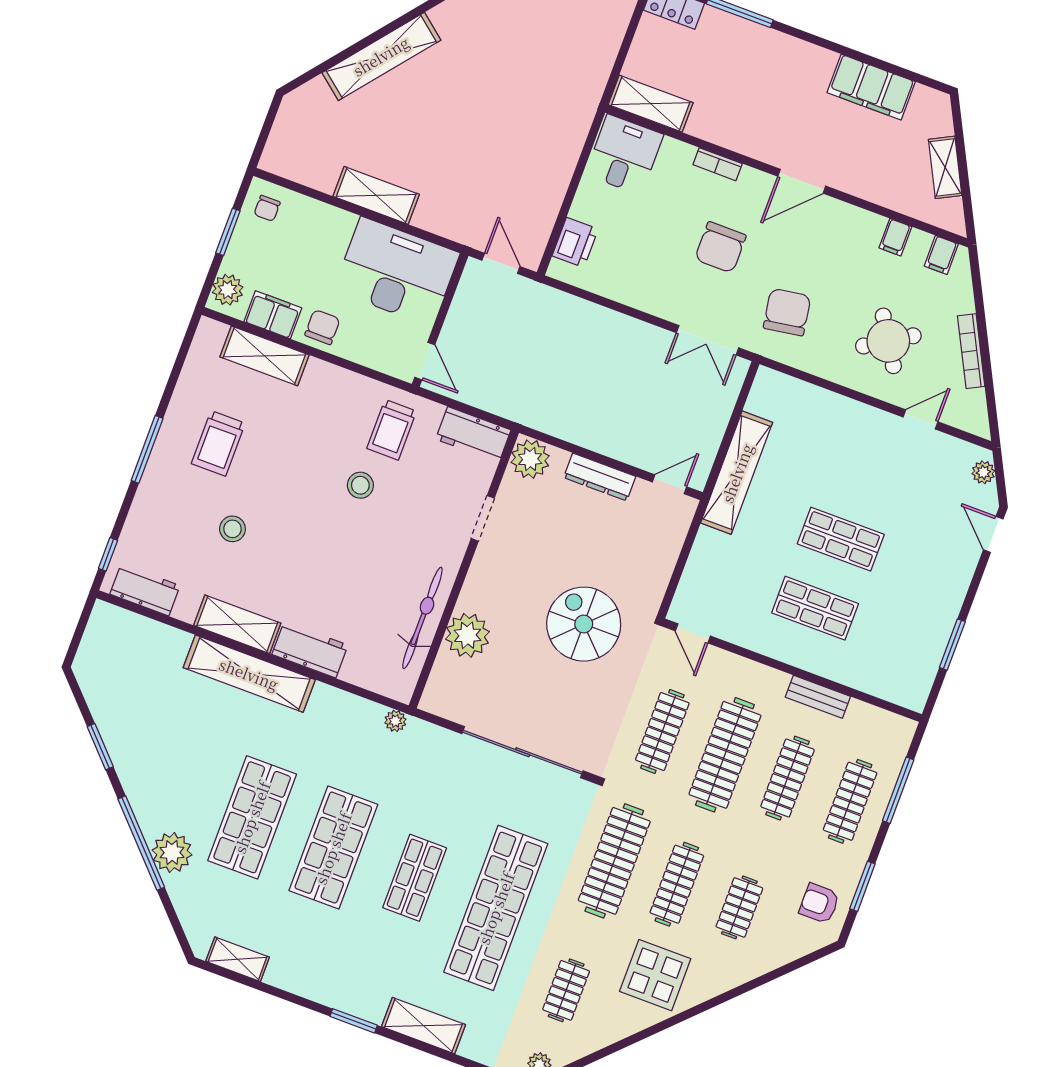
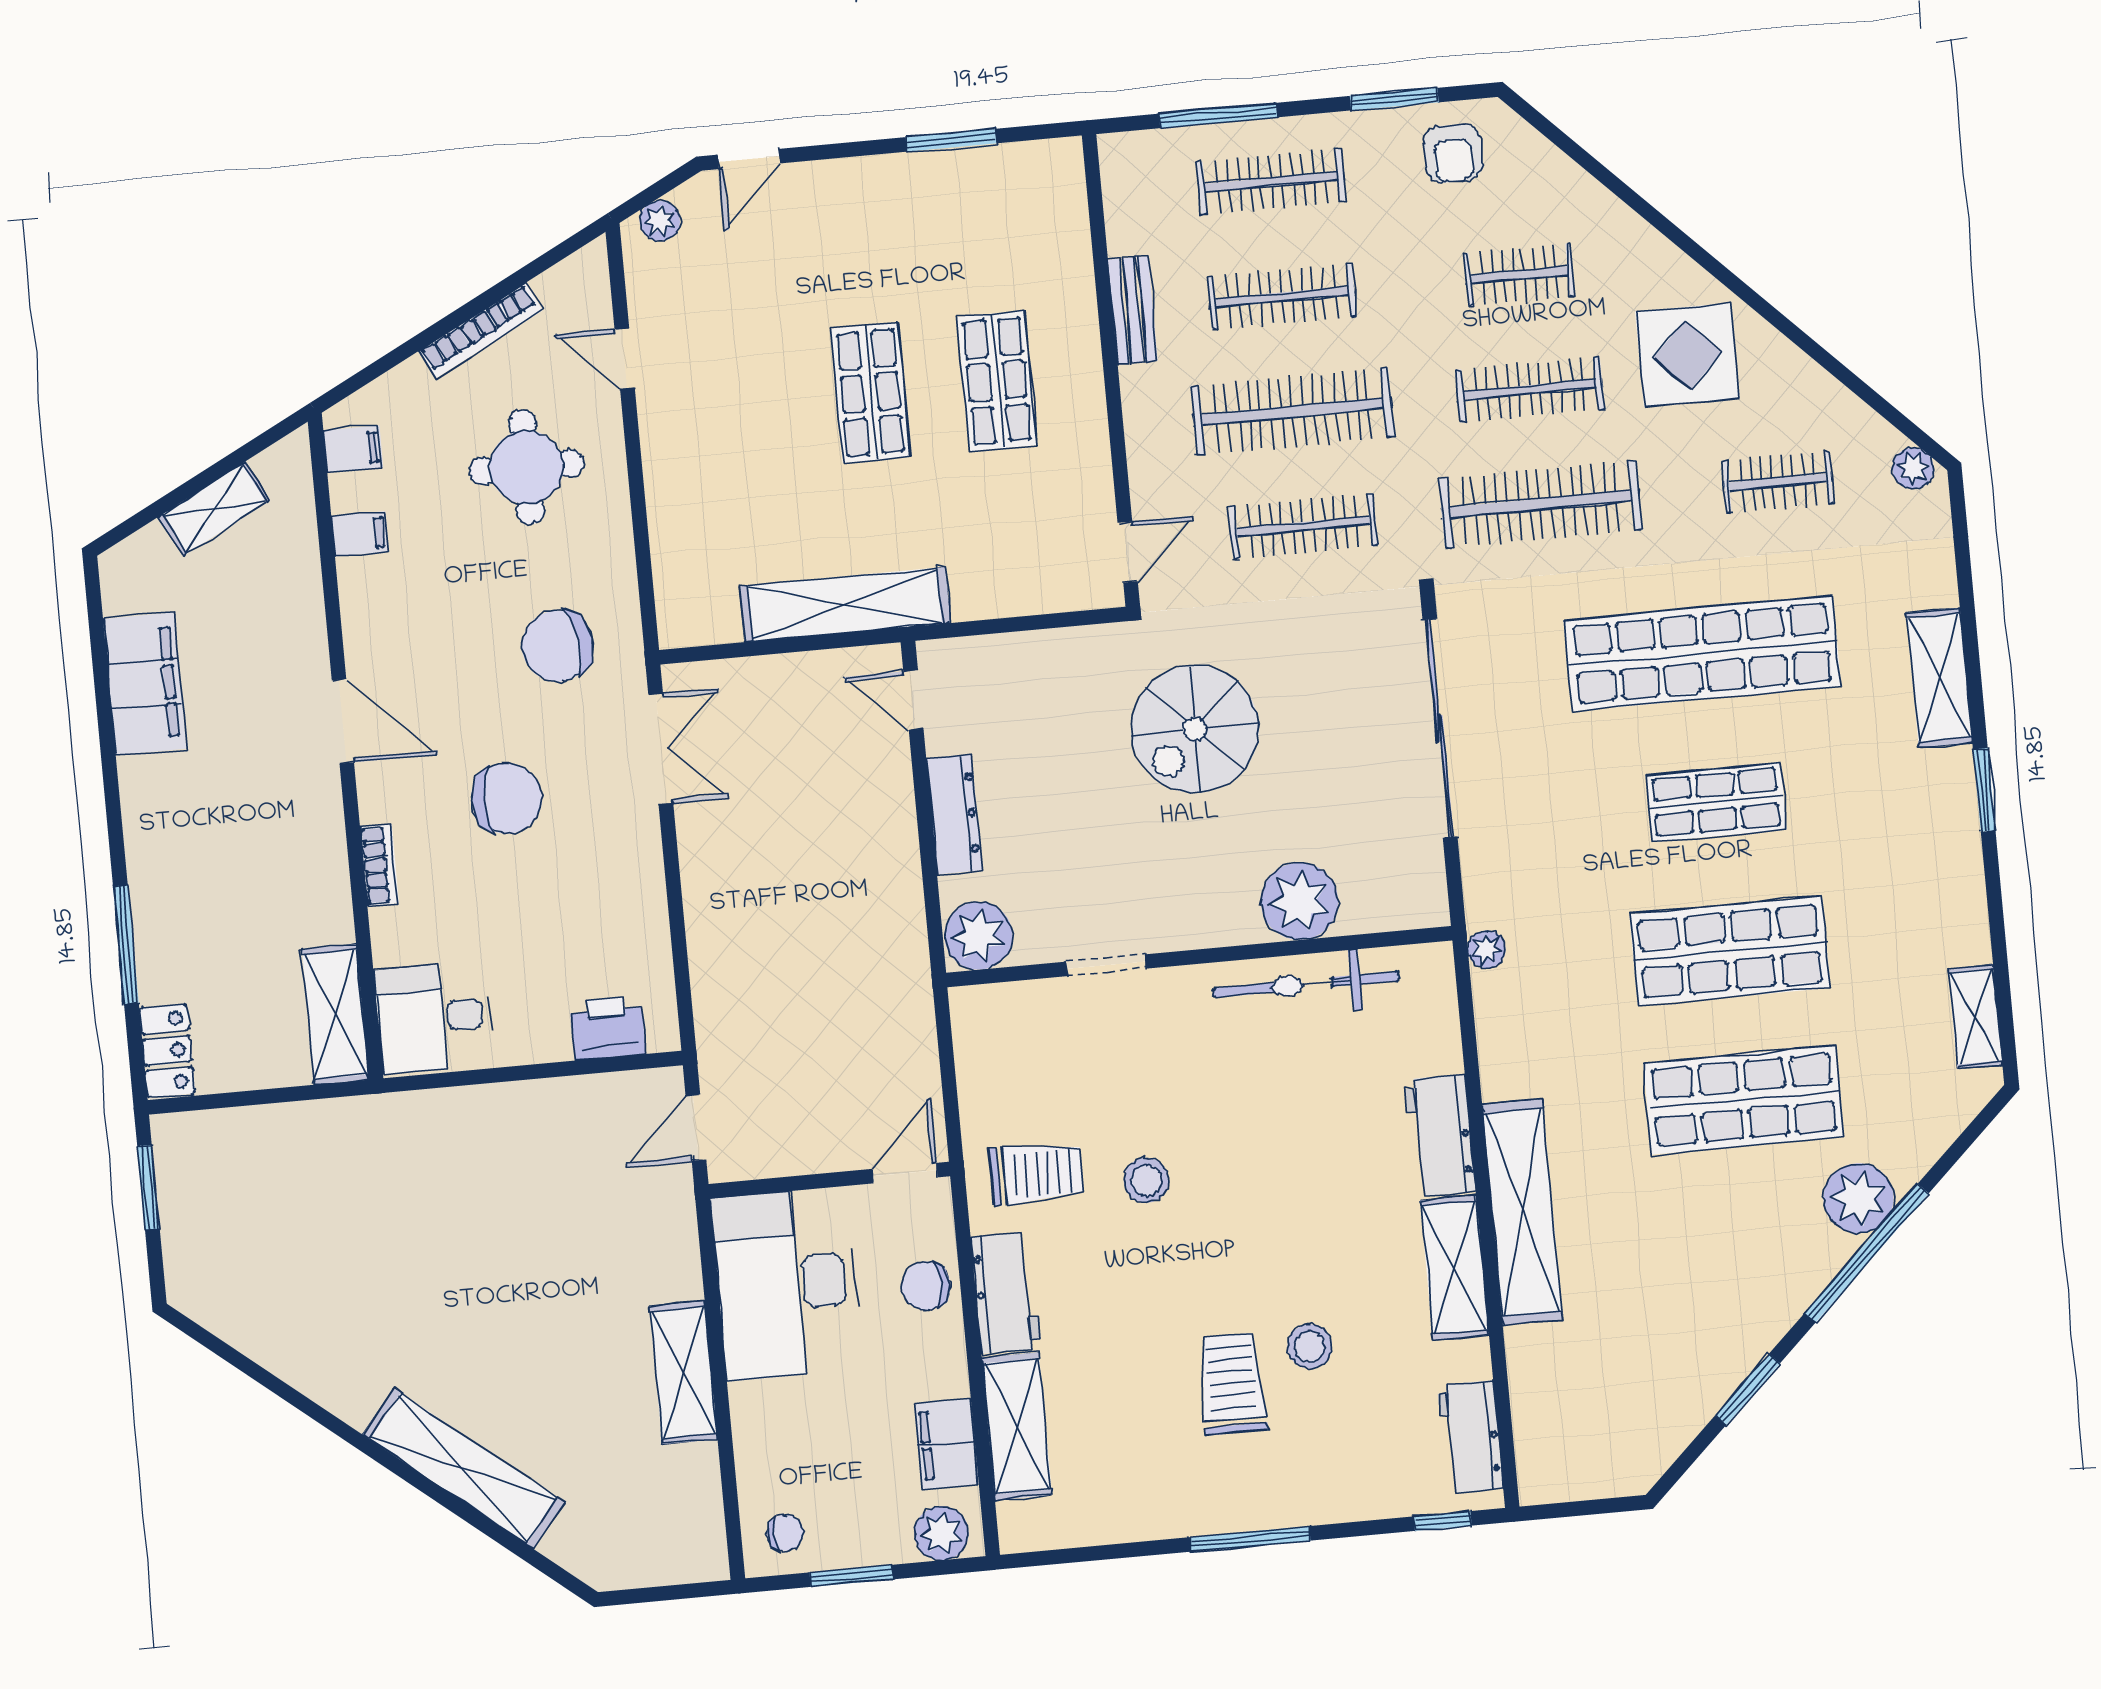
chair: (322, 327) -> (926, 1286), moved
round table: (888, 341) -> (526, 467), turned 32
workbench: (473, 435) -> (1006, 1293), moved
trolley: (218, 443) -> (1232, 1384), moved, turned -90

